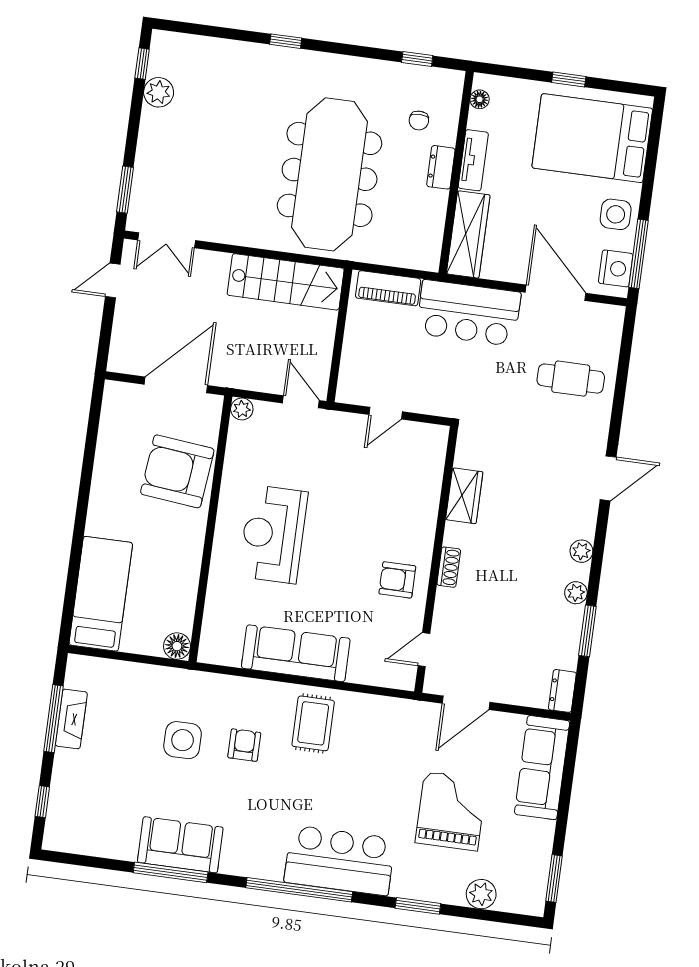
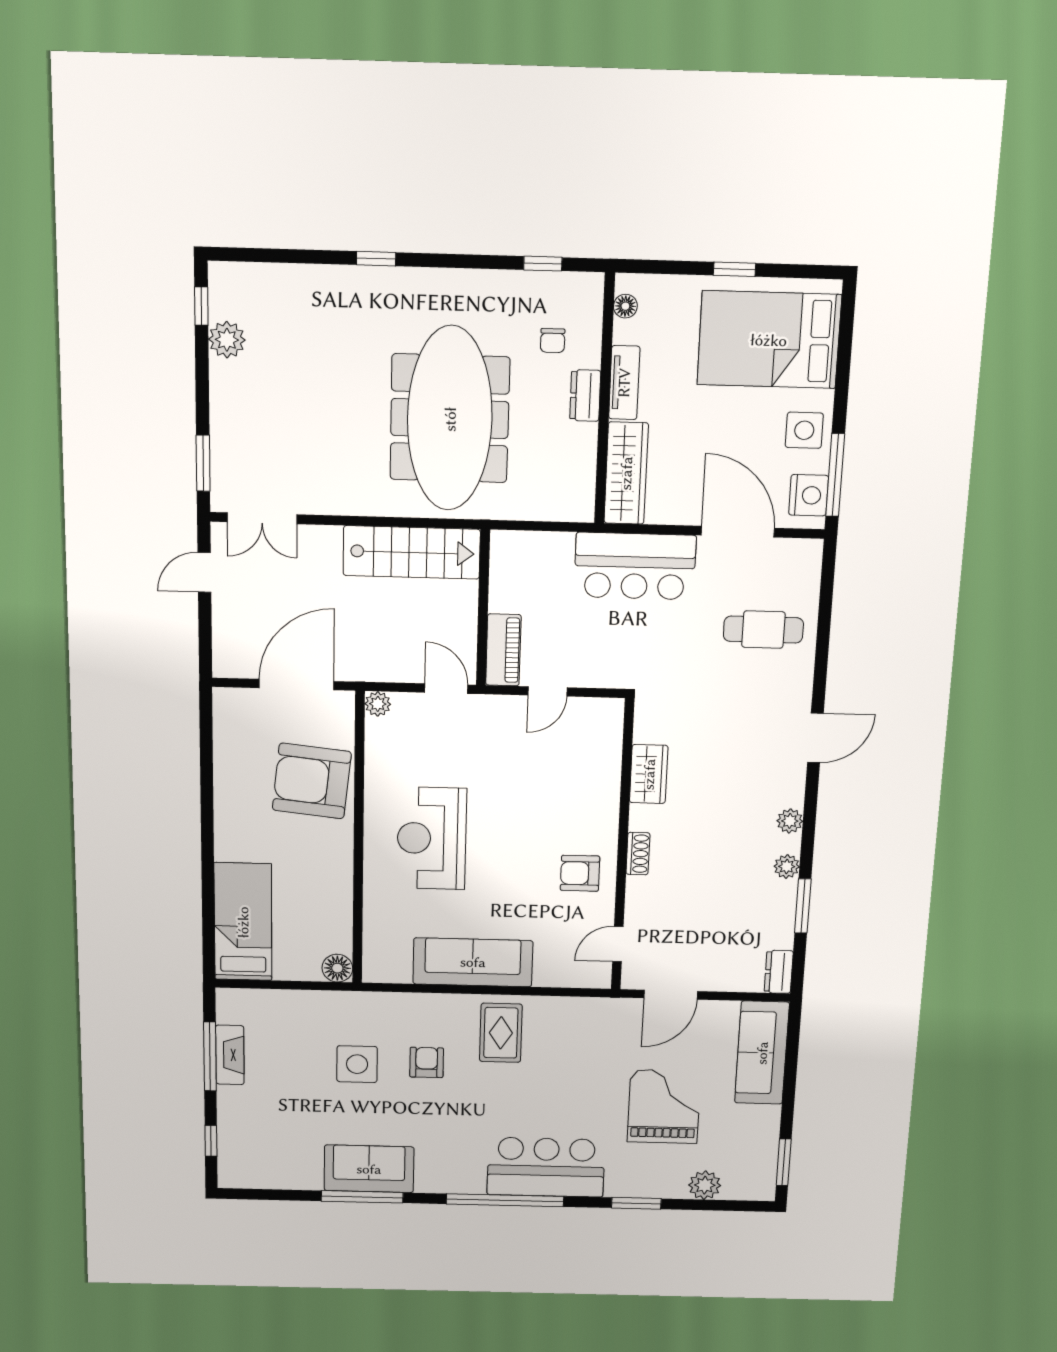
piano: (388, 288) -> (503, 650), moved, turned -90

